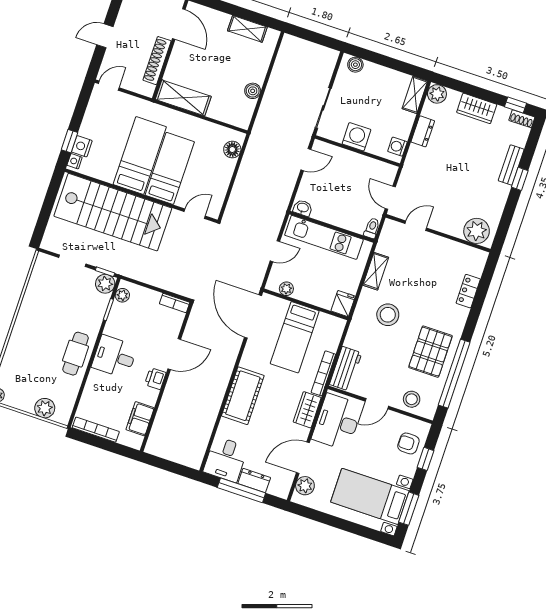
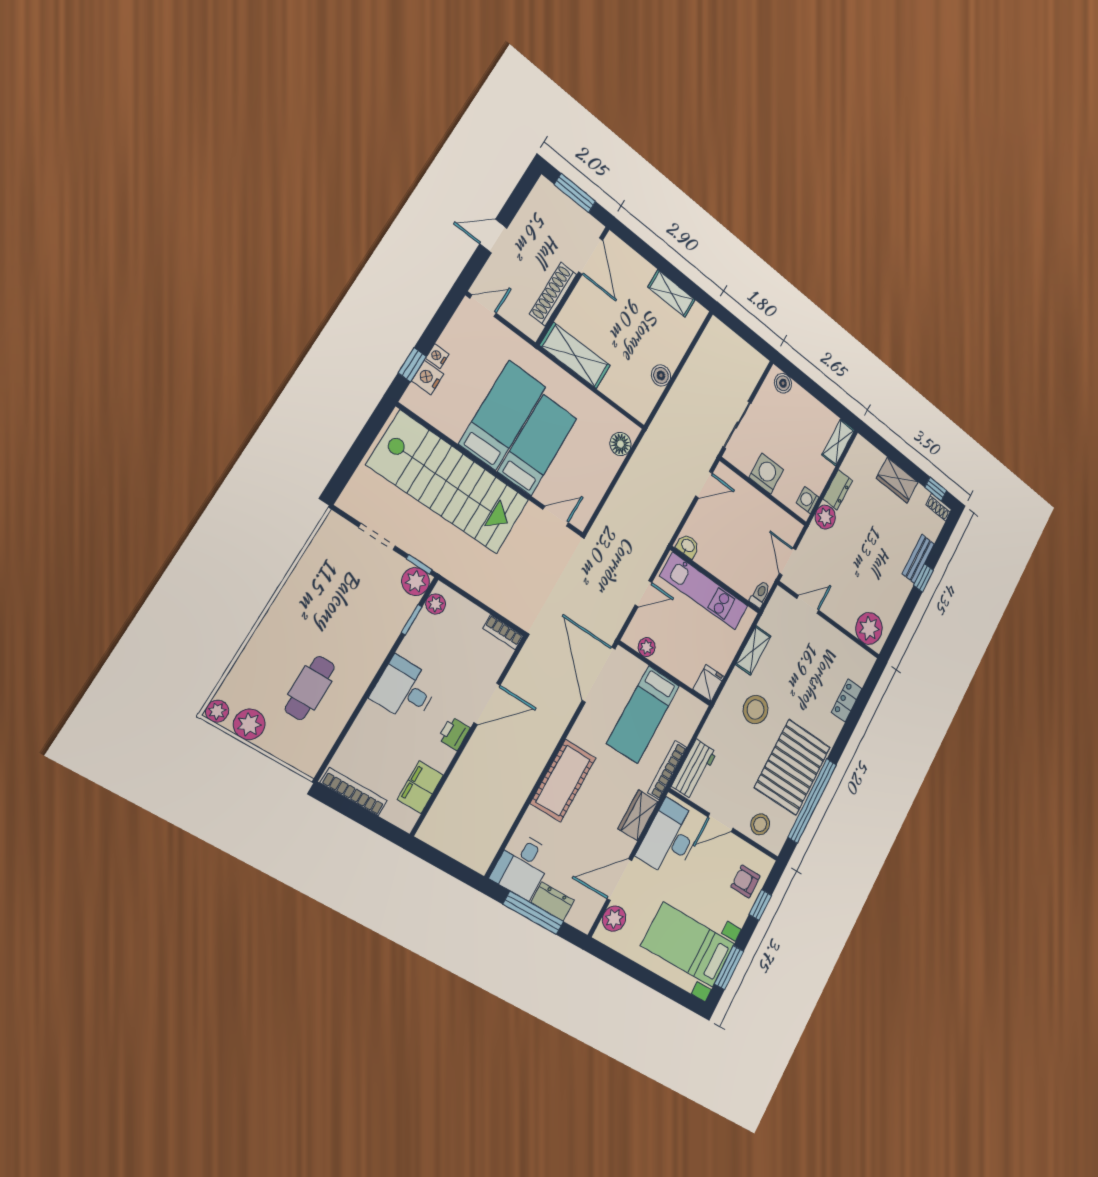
plant: (437, 94) -> (825, 517), moved
nightstand: (75, 161) -> (437, 356), moved
pallet: (430, 352) -> (792, 767), width x1.37, depth x1.41
cafe table: (76, 354) -> (310, 688), moved
plant: (45, 408) -> (249, 724), moved

